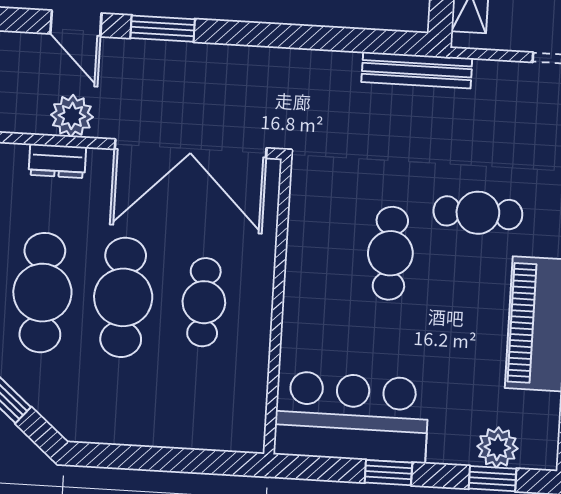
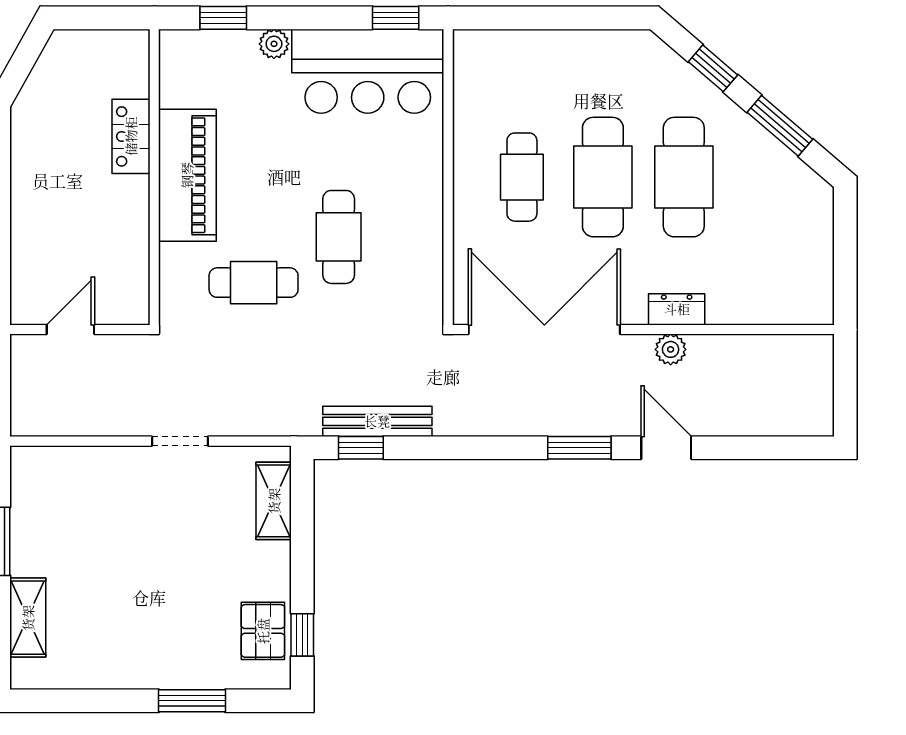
window: (381, 42) -> (361, 448), added
bench: (417, 70) -> (377, 421), moved
plant: (72, 116) -> (671, 349), width x0.73, depth x0.73
plant: (497, 447) -> (274, 44), moved, width x0.73, depth x0.73
window: (388, 473) -> (396, 18), moved

